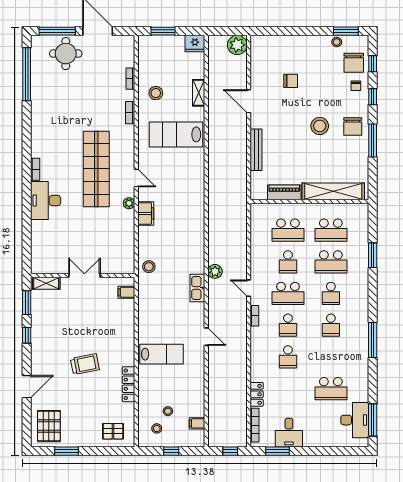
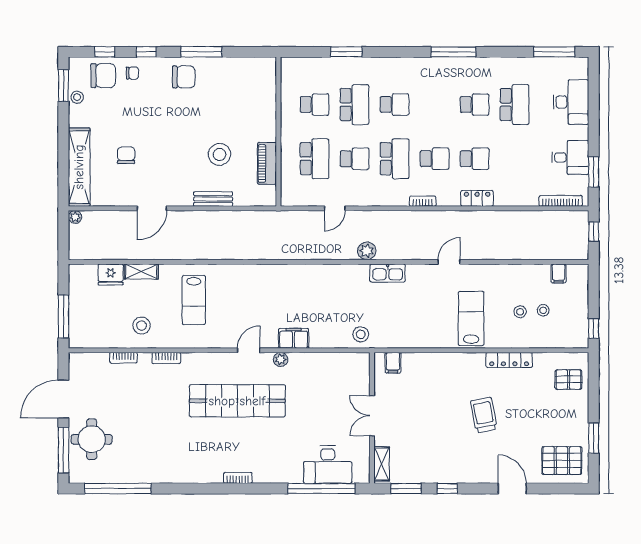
window: (163, 31) -> (63, 316), width x1.44
fridge: (195, 44) -> (111, 274), moved, turned 90
plant: (237, 45) -> (75, 217), width x0.53, depth x0.53
stool: (320, 126) -> (219, 154), moved
lab bench: (176, 134) -> (194, 300), width x0.73, depth x0.72
bench: (256, 150) -> (213, 199), width x0.73
shelving: (333, 191) -> (79, 167), moved
desk: (46, 201) -> (328, 465), moved
school desk: (331, 230) -> (315, 105), width x0.54
window: (27, 236) -> (321, 489), added
door: (249, 288) -> (335, 208), moved
school desk: (331, 325) -> (475, 105), moved
locker: (257, 394) -> (477, 198), moved
desk: (355, 420) -> (571, 102), moved, turned 90
stool: (157, 428) -> (520, 312), moved
pallet: (113, 431) -> (568, 380), turned 90
window: (171, 451) -> (594, 329), moved

